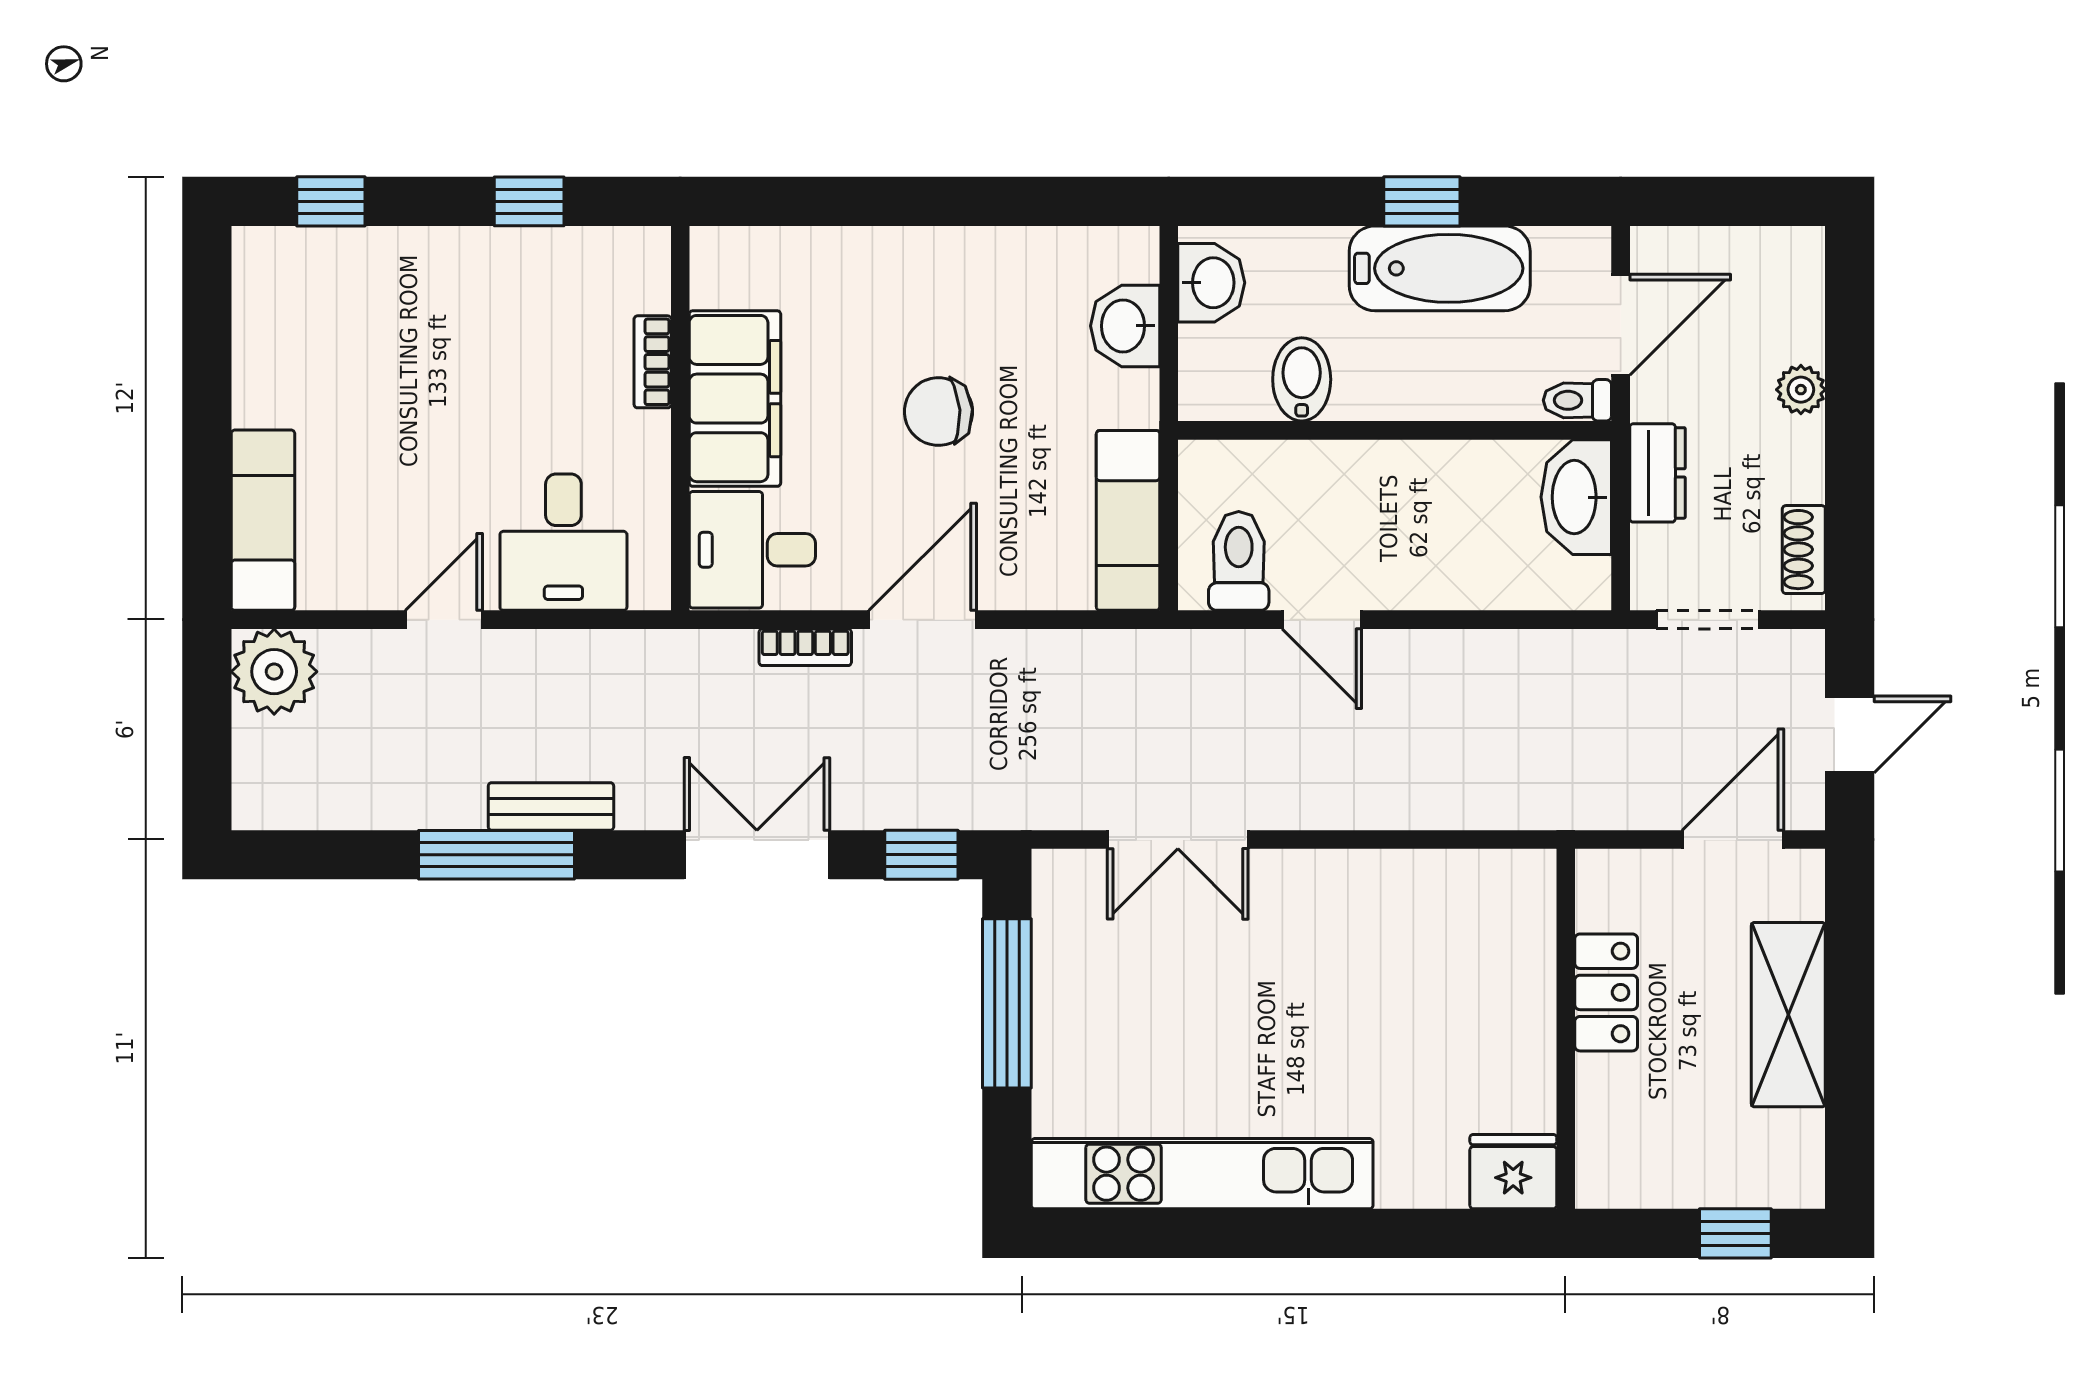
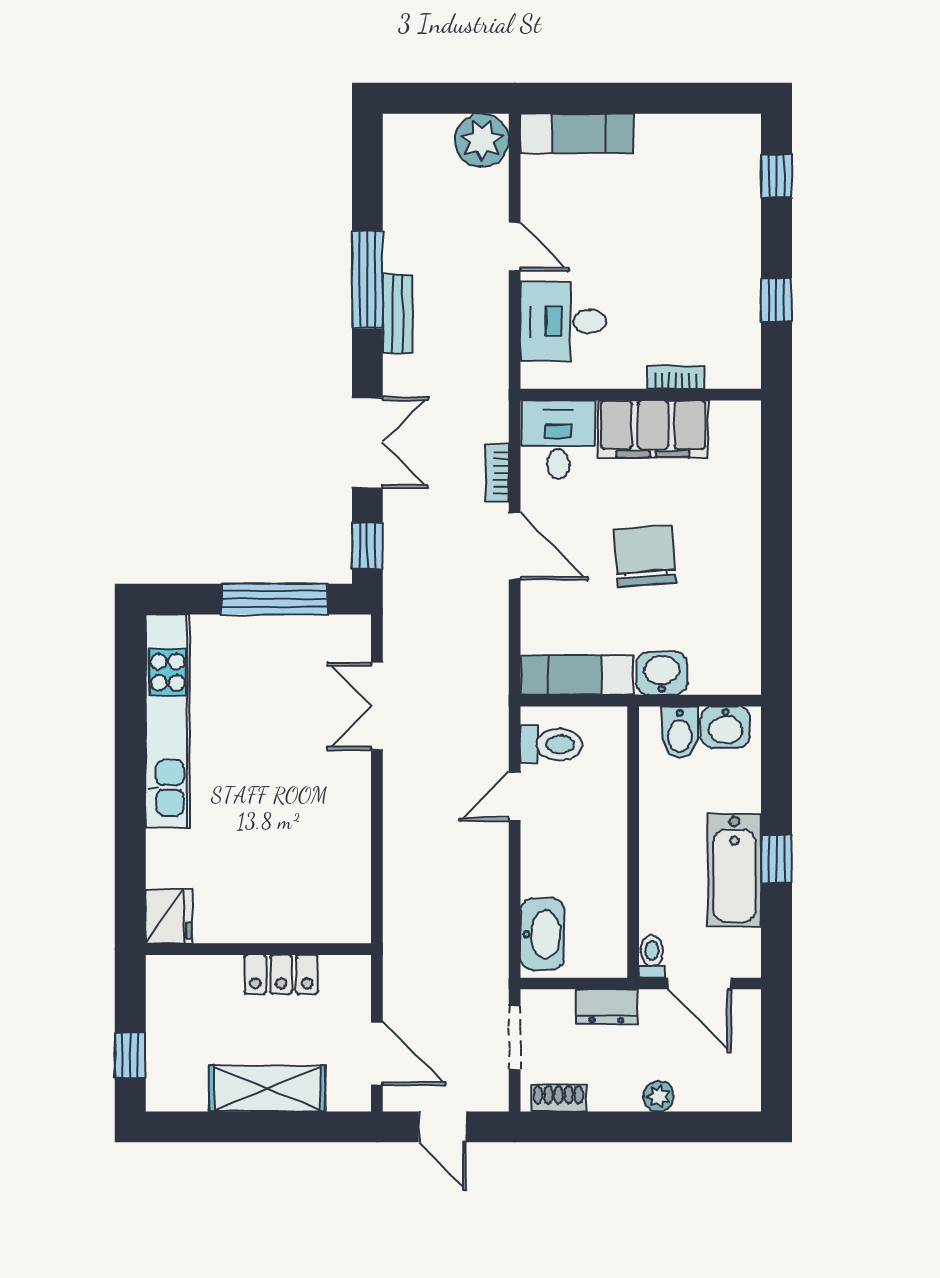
washbasin: (1125, 326) -> (662, 673), moved
bidet: (1302, 379) -> (680, 732), moved, turned 90
chair: (938, 412) -> (645, 556), width x1.37, depth x1.37
washbasin: (1576, 497) -> (542, 934), moved, turned 90

